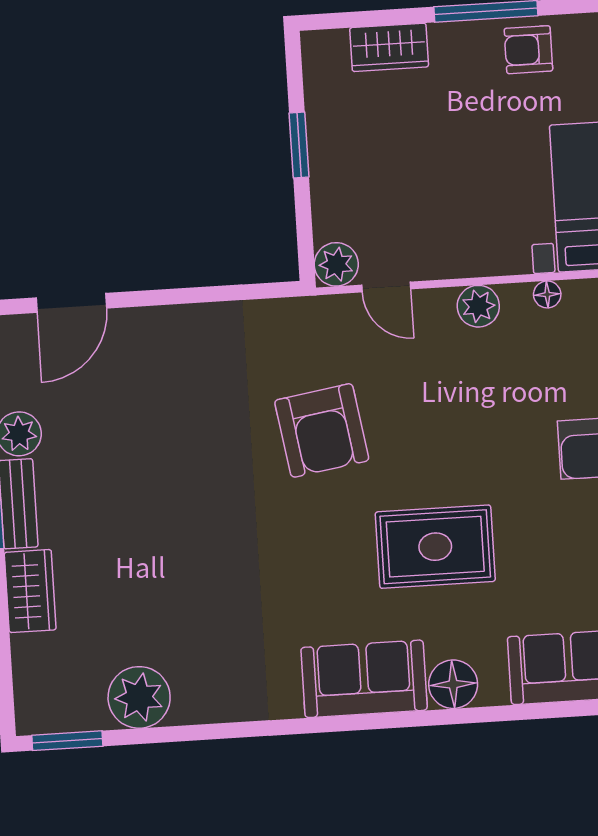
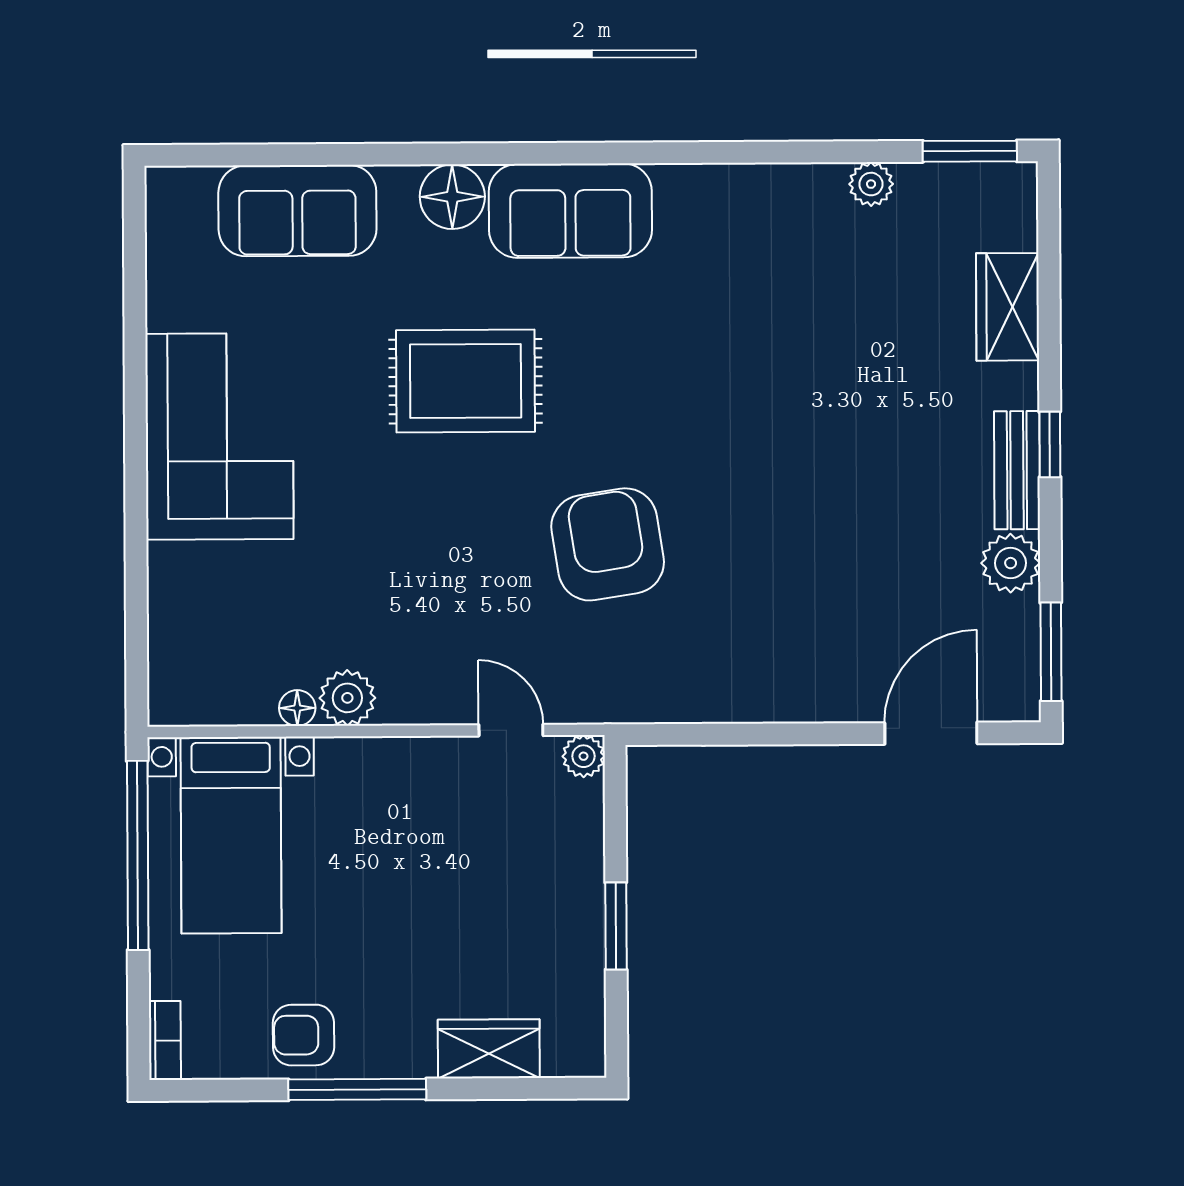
armchair: (528, 50) -> (303, 1035), turned 180
plant: (336, 264) -> (583, 756), width x0.73, depth x0.73
plant: (478, 306) -> (347, 698), moved
wardrobe: (30, 591) -> (1008, 307), moved
plant: (139, 697) -> (871, 184), width x0.53, depth x0.53

